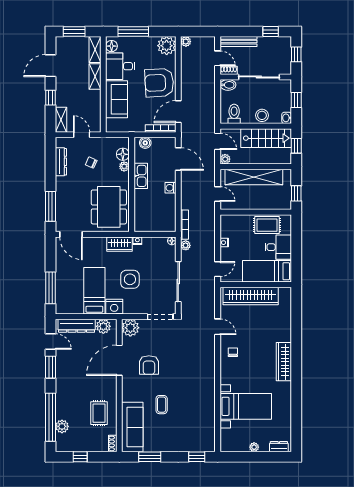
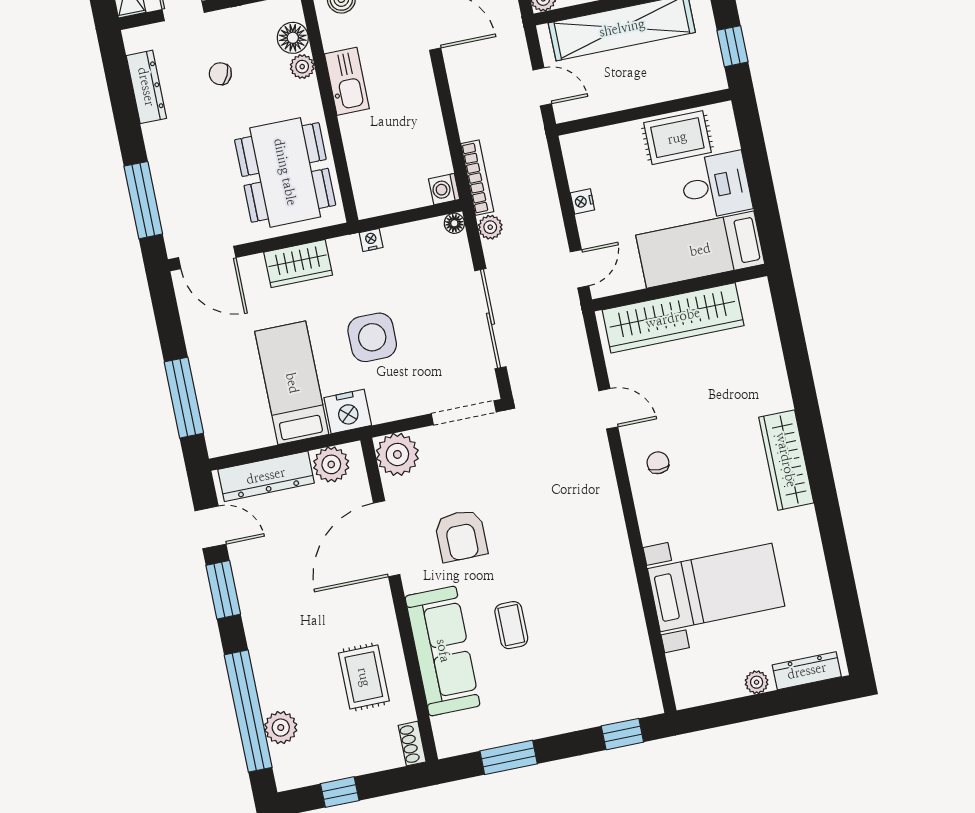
washing machine: (170, 188) -> (444, 189), moved
wardrobe: (120, 244) -> (298, 264), moved
sofa: (132, 427) -> (443, 651), moved
dresser: (279, 447) -> (807, 671), width x1.44

